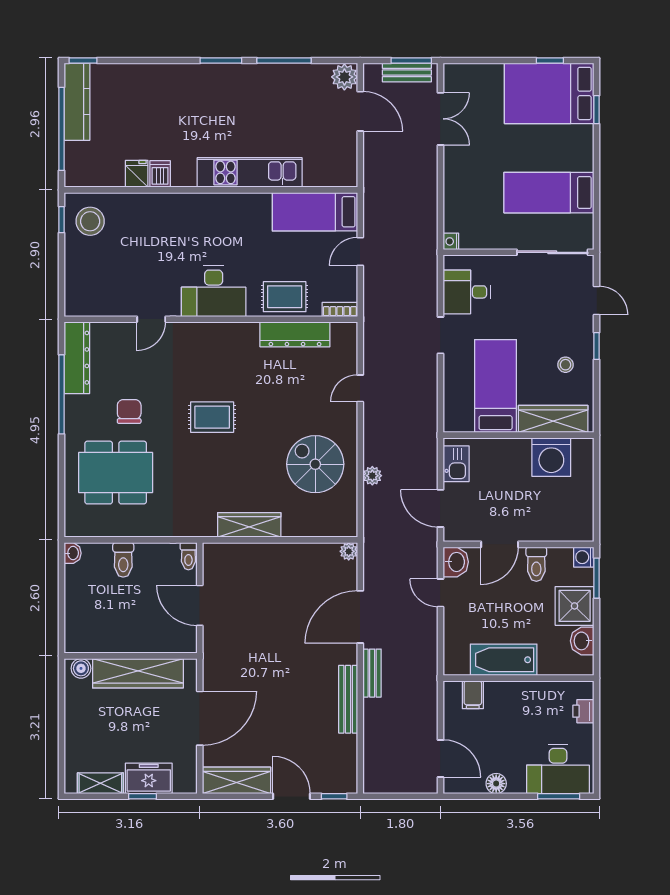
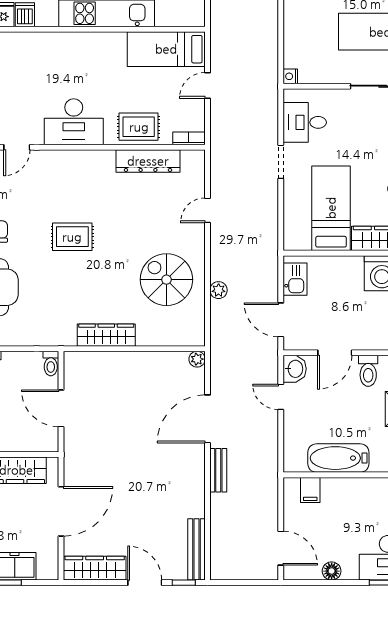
bench: (348, 699) -> (196, 549), moved

